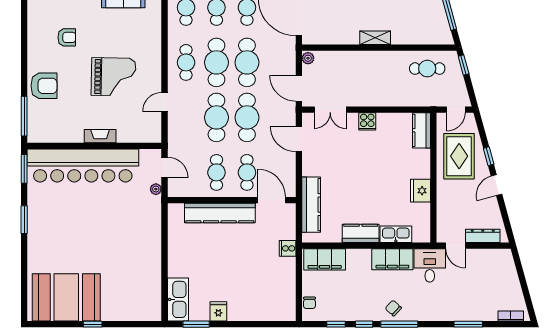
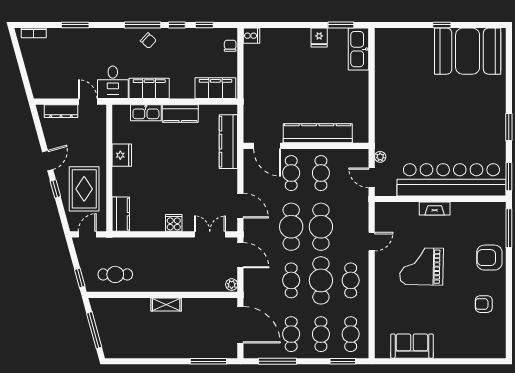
armchair: (67, 37) -> (484, 304), moved
cafe table: (247, 62) -> (291, 280), width x0.73, depth x0.74
cooker: (288, 248) -> (252, 36), moved

